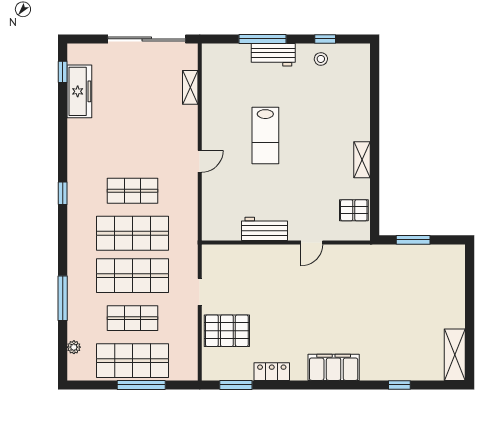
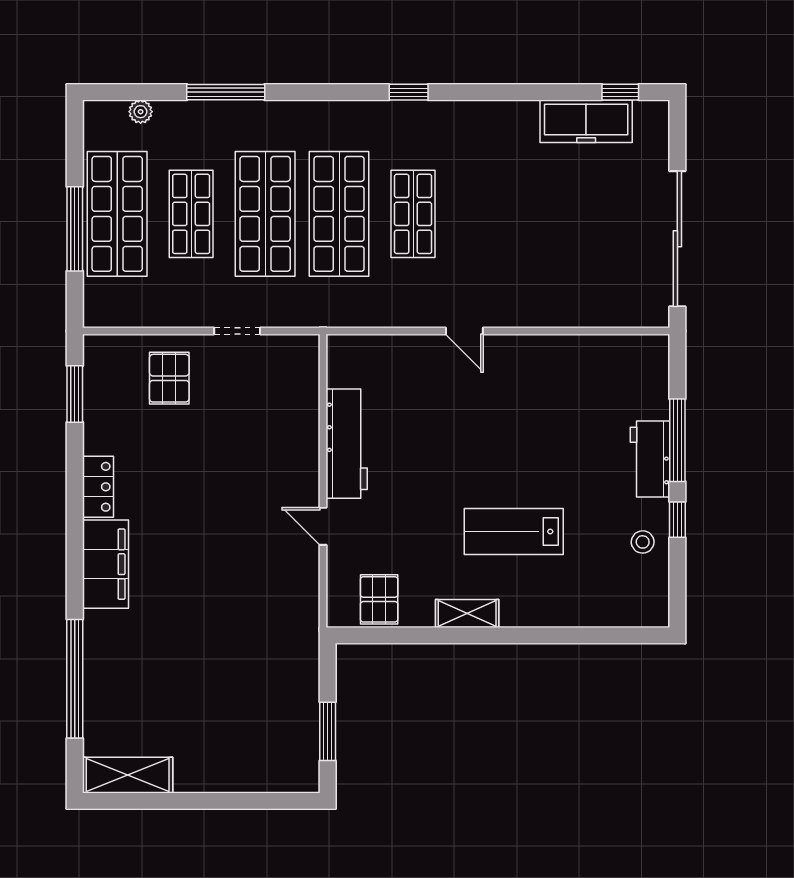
window: (325, 39) -> (677, 520), moved
shelving: (190, 87) -> (593, 315), removed
lab bench: (265, 136) -> (514, 532), moved
workbench: (264, 229) -> (347, 444), width x1.38
window: (413, 240) -> (328, 731), moved
pallet: (227, 331) -> (169, 378), width x0.67, depth x0.71
locker: (272, 372) -> (98, 487), moved
window: (399, 385) -> (75, 679), width x3.17

